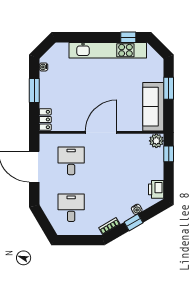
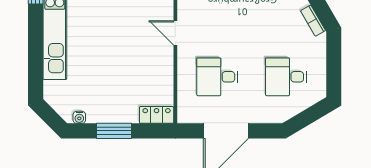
door: (101, 132) -> (175, 33), width x0.53

